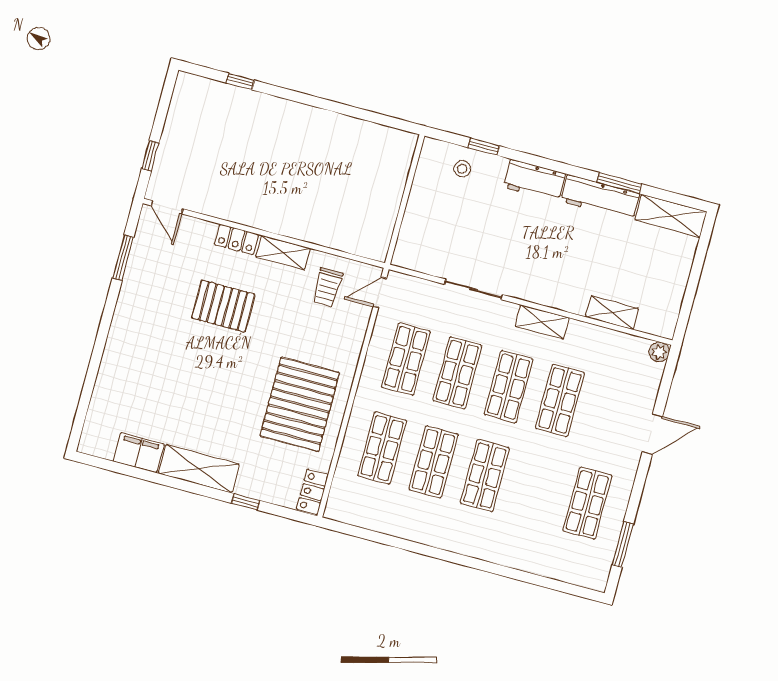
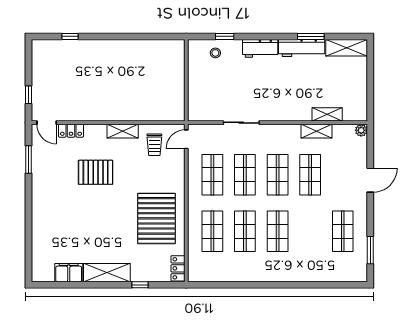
locker: (236, 239) -> (71, 131), moved
shelving: (542, 322) -> (317, 131), moved

